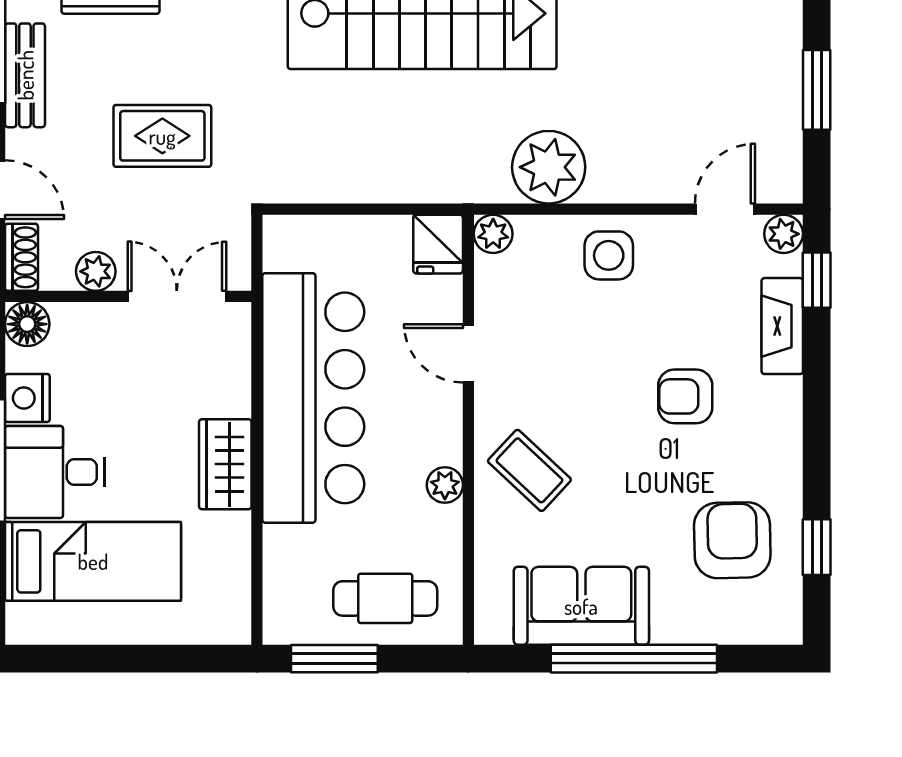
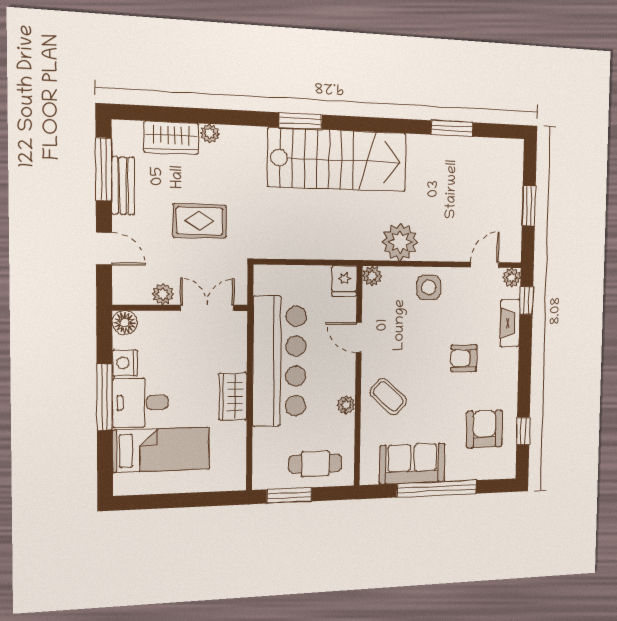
shoe rack: (21, 257) -> (121, 286), removed

